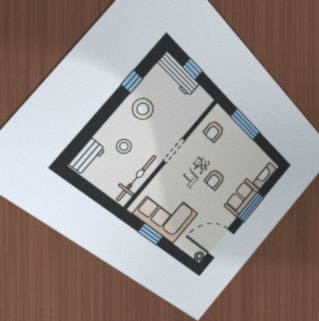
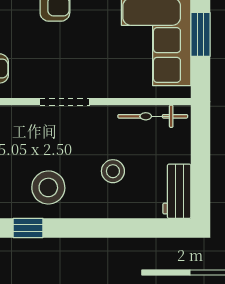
workbench: (87, 157) -> (177, 191), moved, turned -90
bicycle: (136, 178) -> (153, 116), width x0.73, depth x0.71

